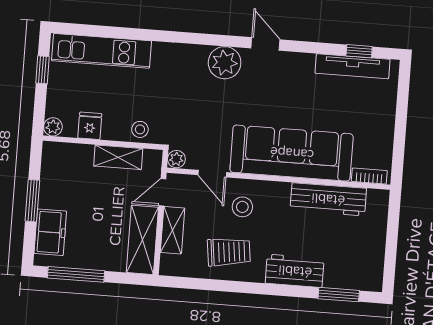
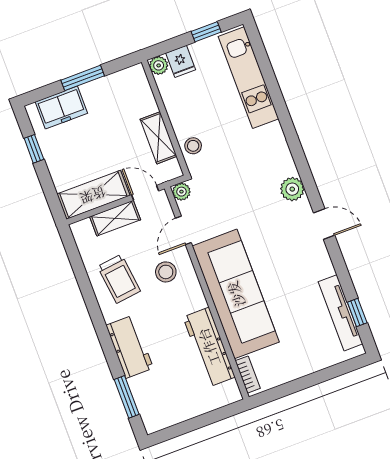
door: (265, 44) -> (324, 224), hinge flipped
plant: (225, 63) -> (292, 189), width x0.73, depth x0.73
fridge: (90, 126) -> (181, 61), moved, turned 90
window: (76, 274) -> (34, 149), width x0.46

